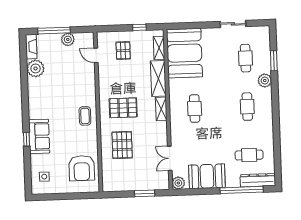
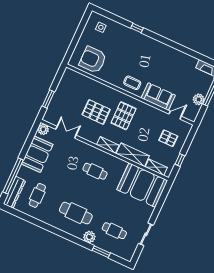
plant: (36, 68) -> (189, 63), removed
cafe table: (247, 107) -> (76, 213), width x1.37, depth x1.35
sofa: (39, 136) -> (158, 97), moved, turned 180
pallet: (122, 145) -> (96, 112), moved

